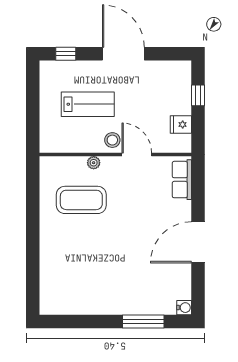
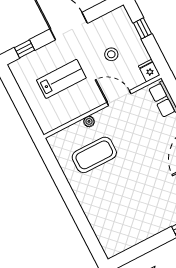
fridge: (181, 124) -> (149, 71), moved, turned 90
stool: (112, 140) -> (111, 54), moved

